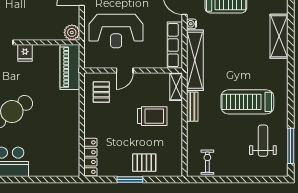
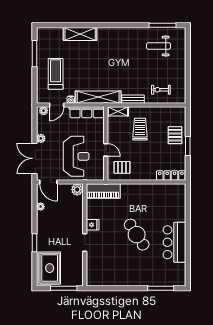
treadmill: (247, 102) -> (129, 58), removed
exercise bike: (207, 162) -> (161, 90), moved

